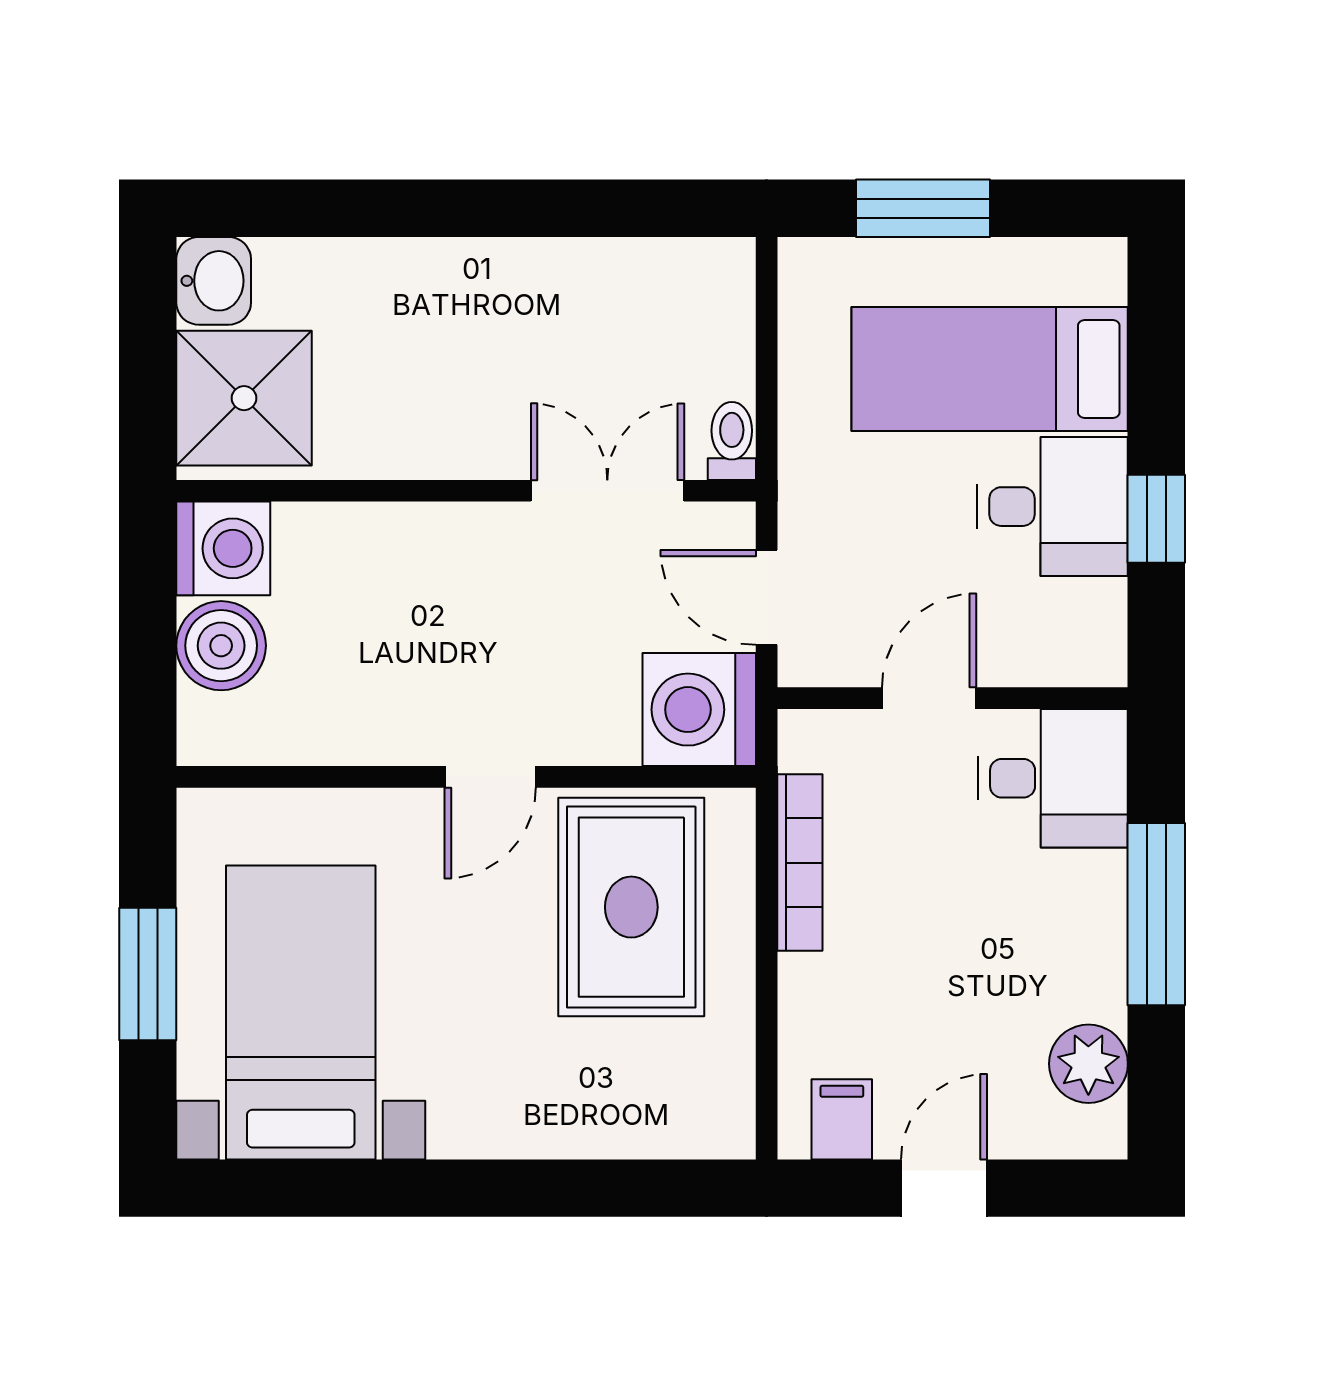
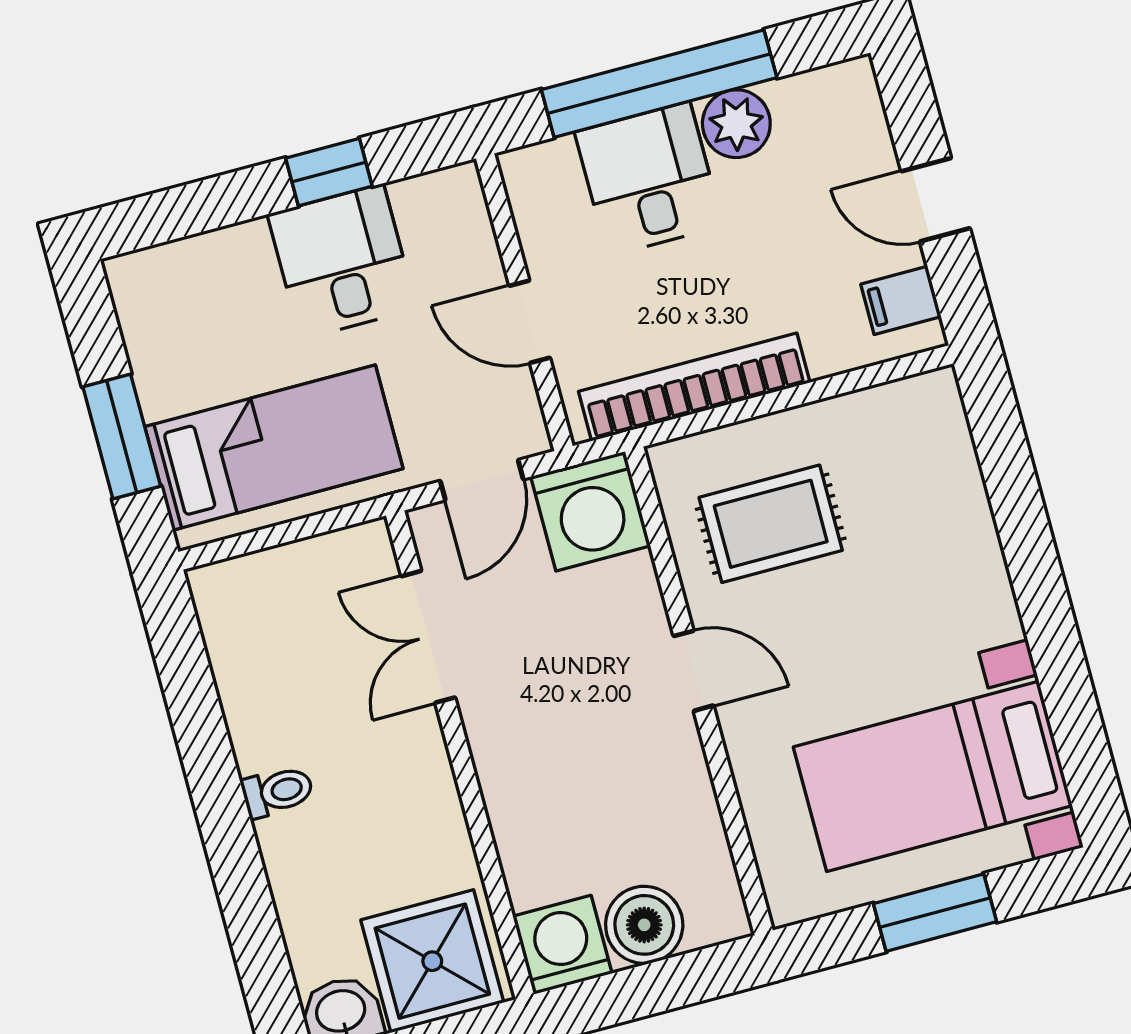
bed: (990, 369) -> (274, 448), moved, turned -90
toilet: (732, 441) -> (277, 792), moved, turned 180
desk: (1053, 778) -> (649, 179), moved
bookcase: (800, 863) -> (694, 387), width x1.48, depth x1.31
rug: (631, 907) -> (771, 524), width x0.73, depth x0.70
window: (1156, 914) -> (659, 84), width x1.46
plant: (1088, 1064) -> (736, 124), moved

